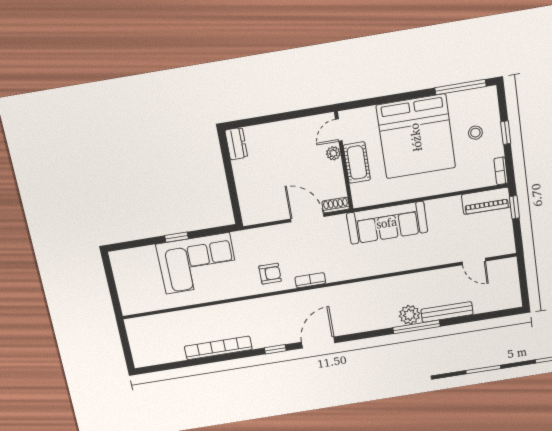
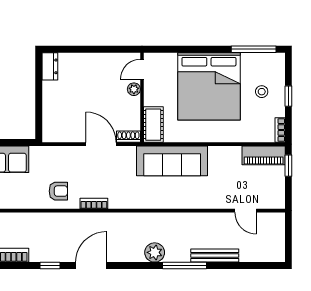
cot: (357, 163) -> (153, 125), moved
plant: (409, 315) -> (155, 252), moved

